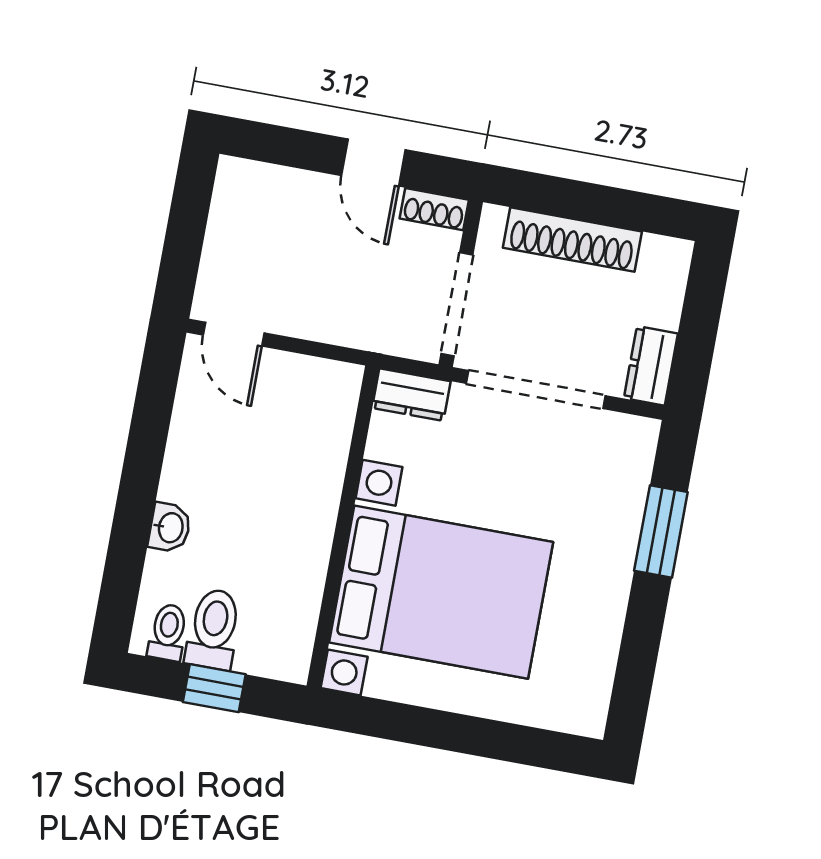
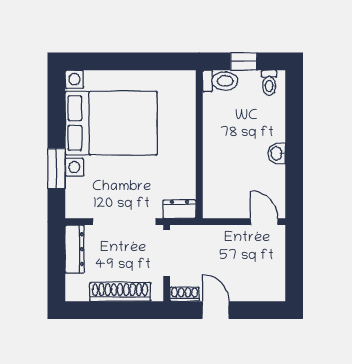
dresser: (651, 366) -> (75, 249), width x1.44
washbasin: (170, 528) -> (277, 153), moved
bed with nightstands: (441, 592) -> (111, 123), moved, turned 180
toilet: (214, 629) -> (220, 81), moved, turned -90

